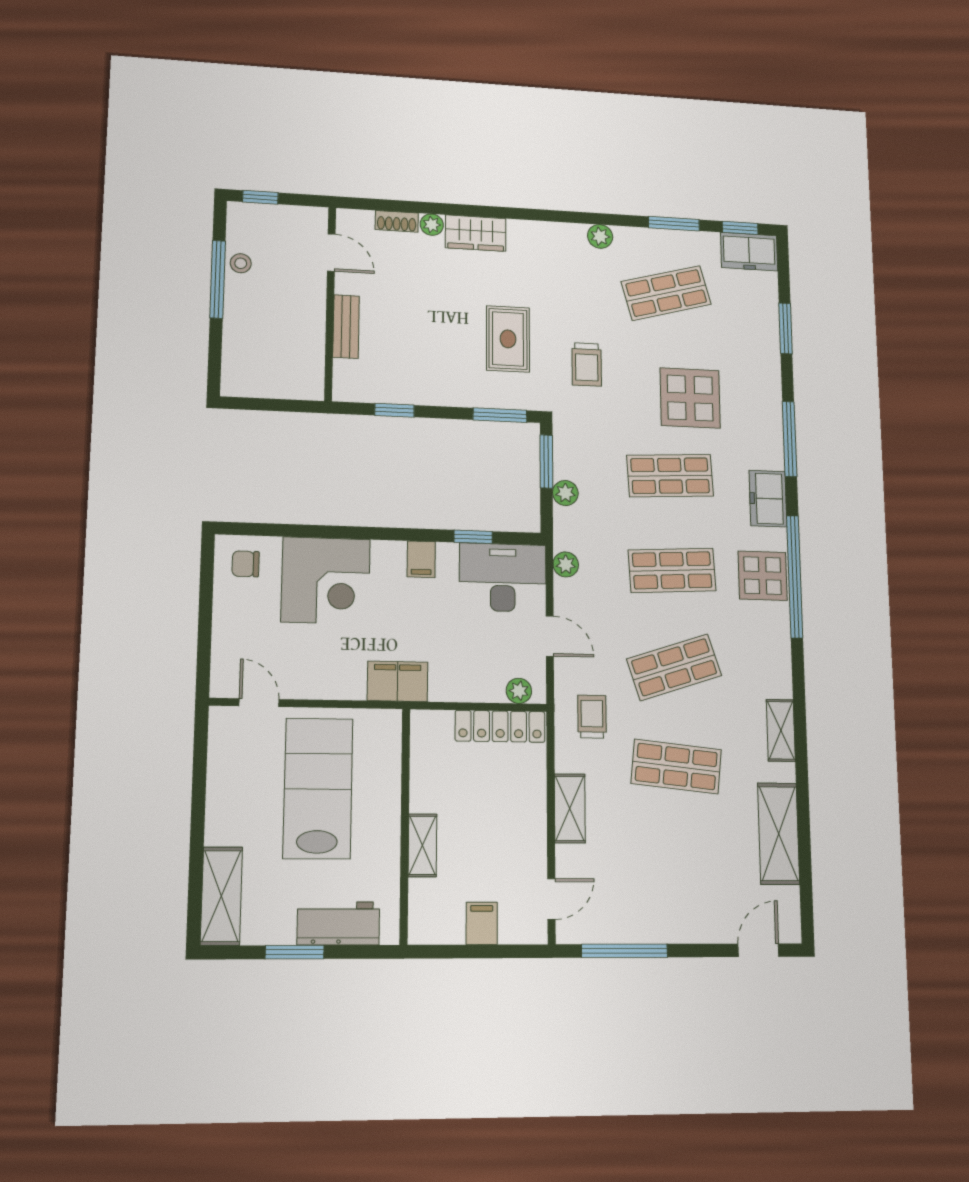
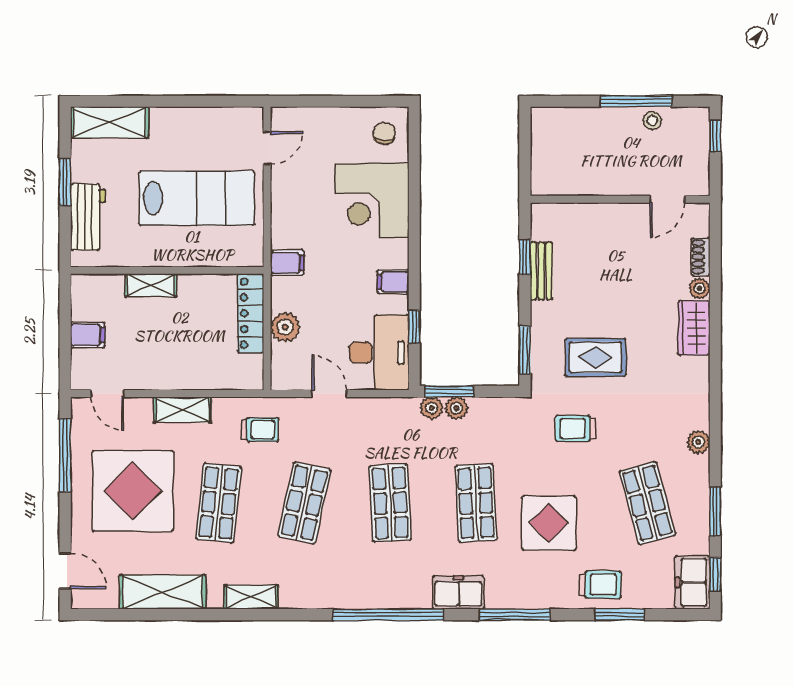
bench: (346, 327) -> (541, 271), moved, turned 90
trolley: (755, 347) -> (600, 585), added
window: (546, 461) -> (449, 391), moved
plant: (566, 564) -> (432, 408), moved
display table: (763, 576) -> (133, 491), moved, width x1.86, depth x1.86
door: (550, 636) -> (329, 394), swing flipped
shop shelf: (674, 667) -> (304, 503), turned 30
filing cabinet: (398, 681) -> (287, 263), width x0.50
plant: (519, 691) -> (285, 327), moved, width x1.38, depth x1.38
locker: (500, 726) -> (251, 313), moved

